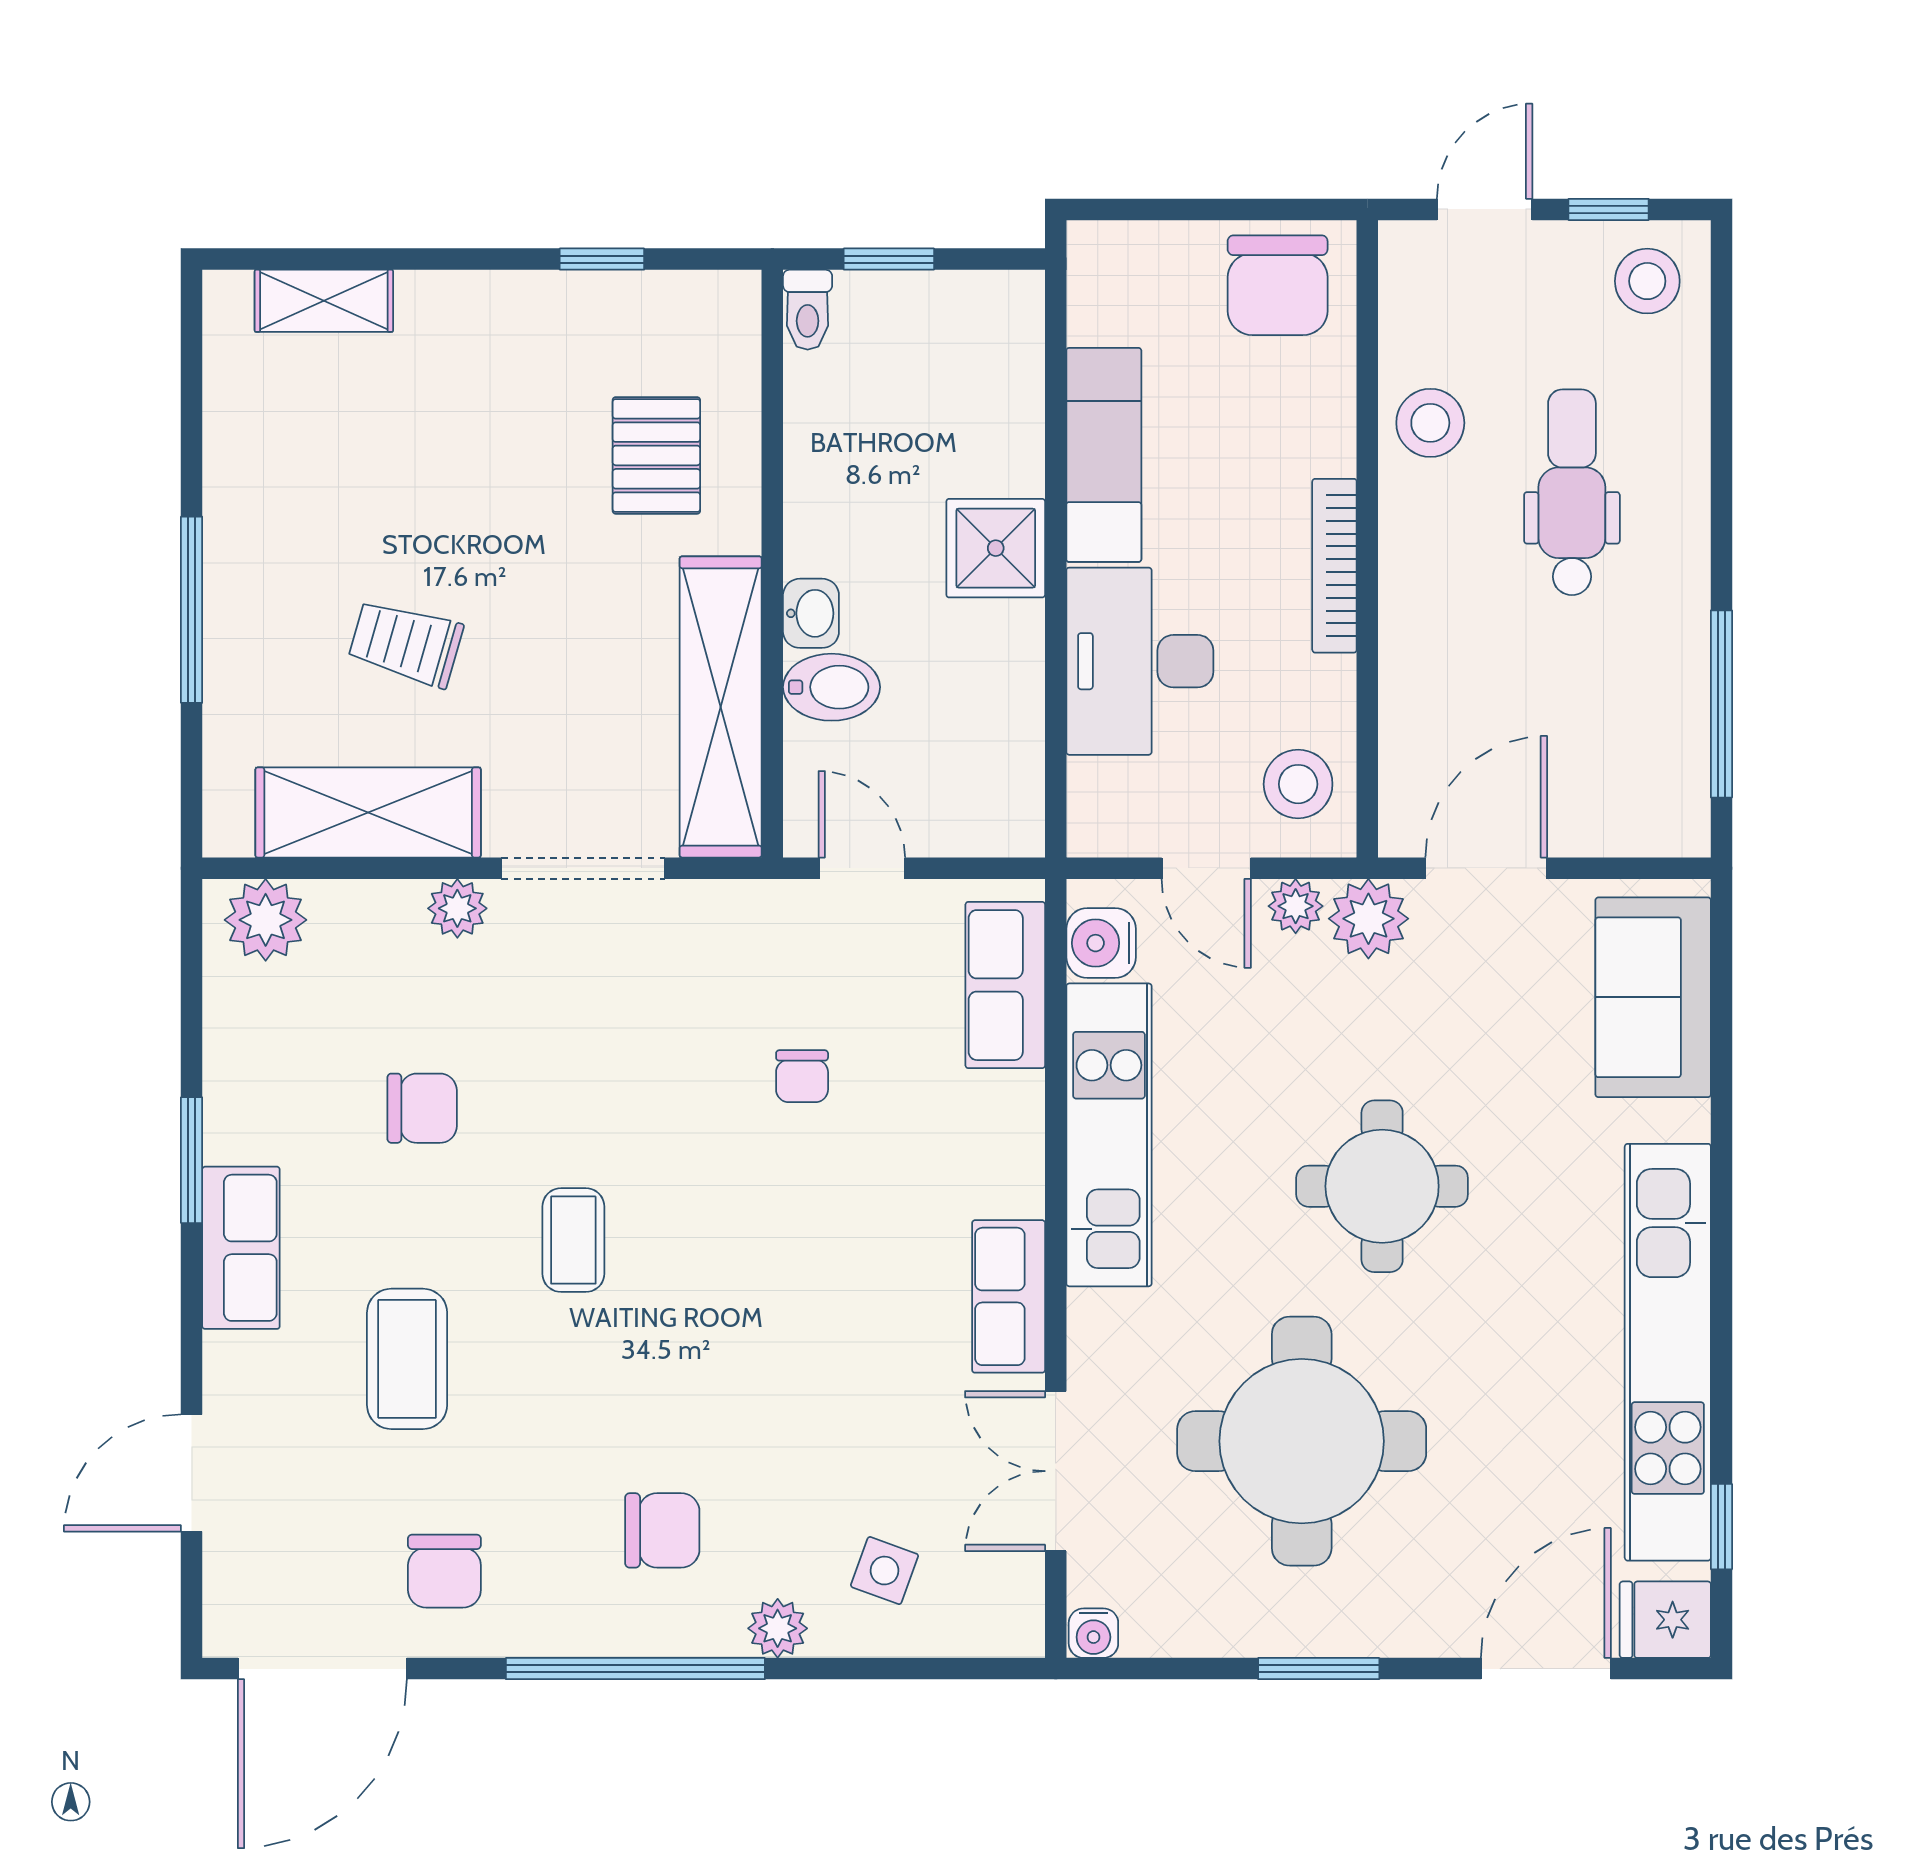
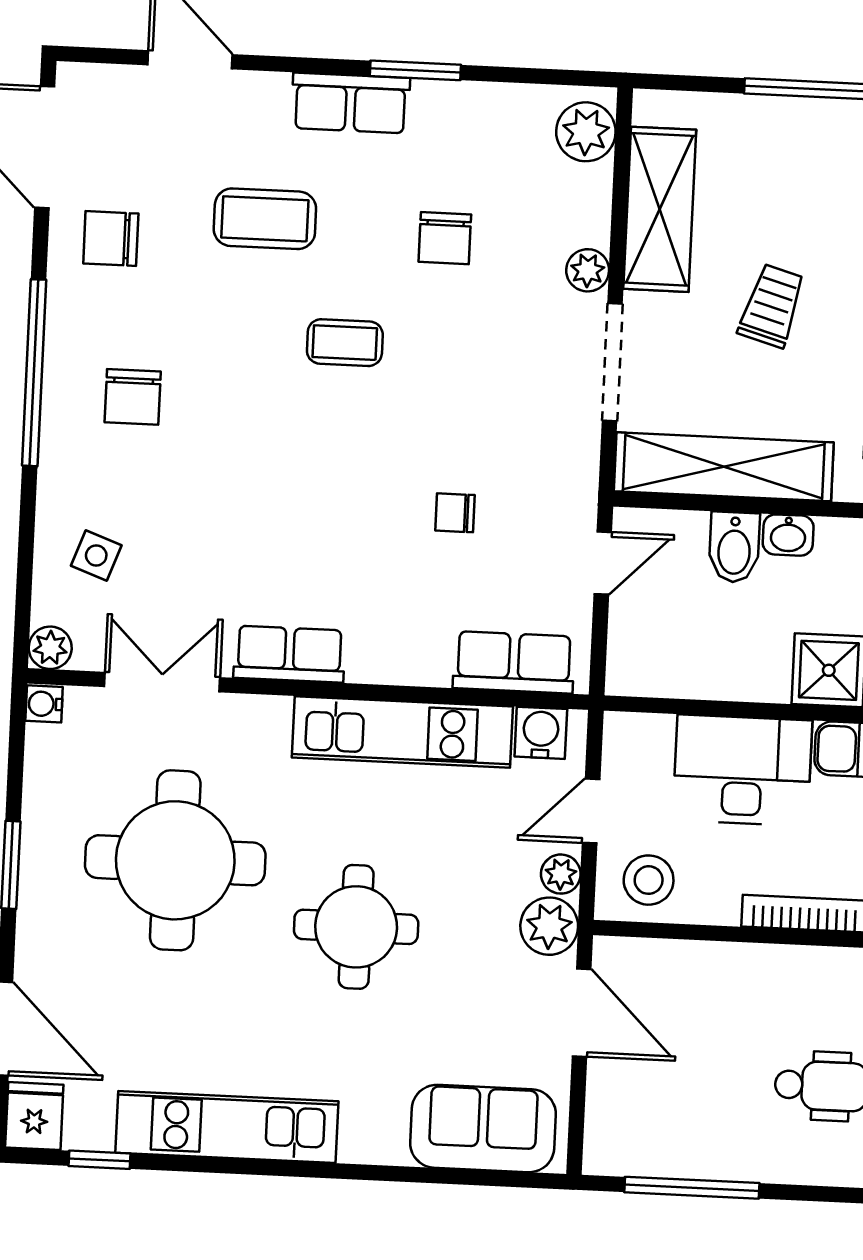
trolley: (406, 643) -> (772, 306), moved
kitchen unit: (1668, 1352) -> (227, 1127), width x0.73
plant: (778, 1628) -> (50, 648), moved

